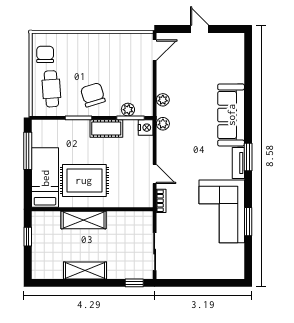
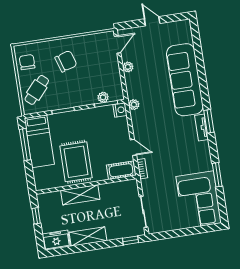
cafe table: (51, 89) -> (37, 90), turned 46
chair: (93, 95) -> (66, 61), moved, turned 90
plant: (163, 100) -> (128, 67), moved
sofa: (231, 115) -> (185, 80), width x1.36, depth x1.27
cot: (106, 129) -> (121, 170), moved
bed: (45, 178) -> (39, 141), moved, turned 180
rug: (84, 180) -> (76, 162), turned 90
corner sofa: (222, 211) -> (199, 200), moved
freezer: (47, 269) -> (56, 240), added

